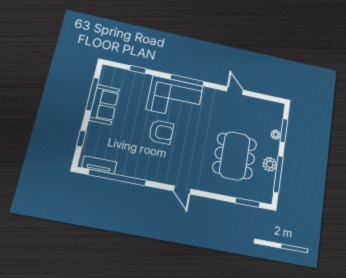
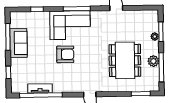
tv unit: (99, 165) -> (40, 88), moved

